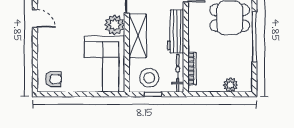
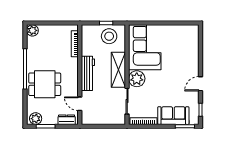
door: (35, 18) -> (201, 84), hinge flipped
bicycle: (178, 73) -> (86, 40), removed
armchair: (53, 79) -> (186, 35), removed
plant: (230, 85) -> (32, 30), moved

